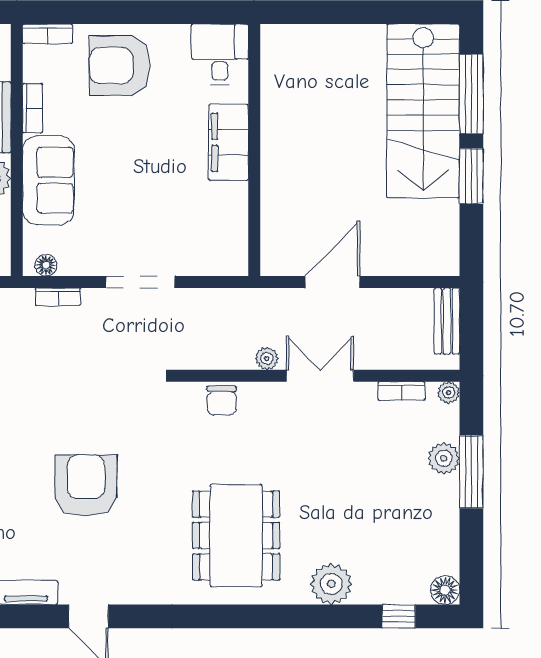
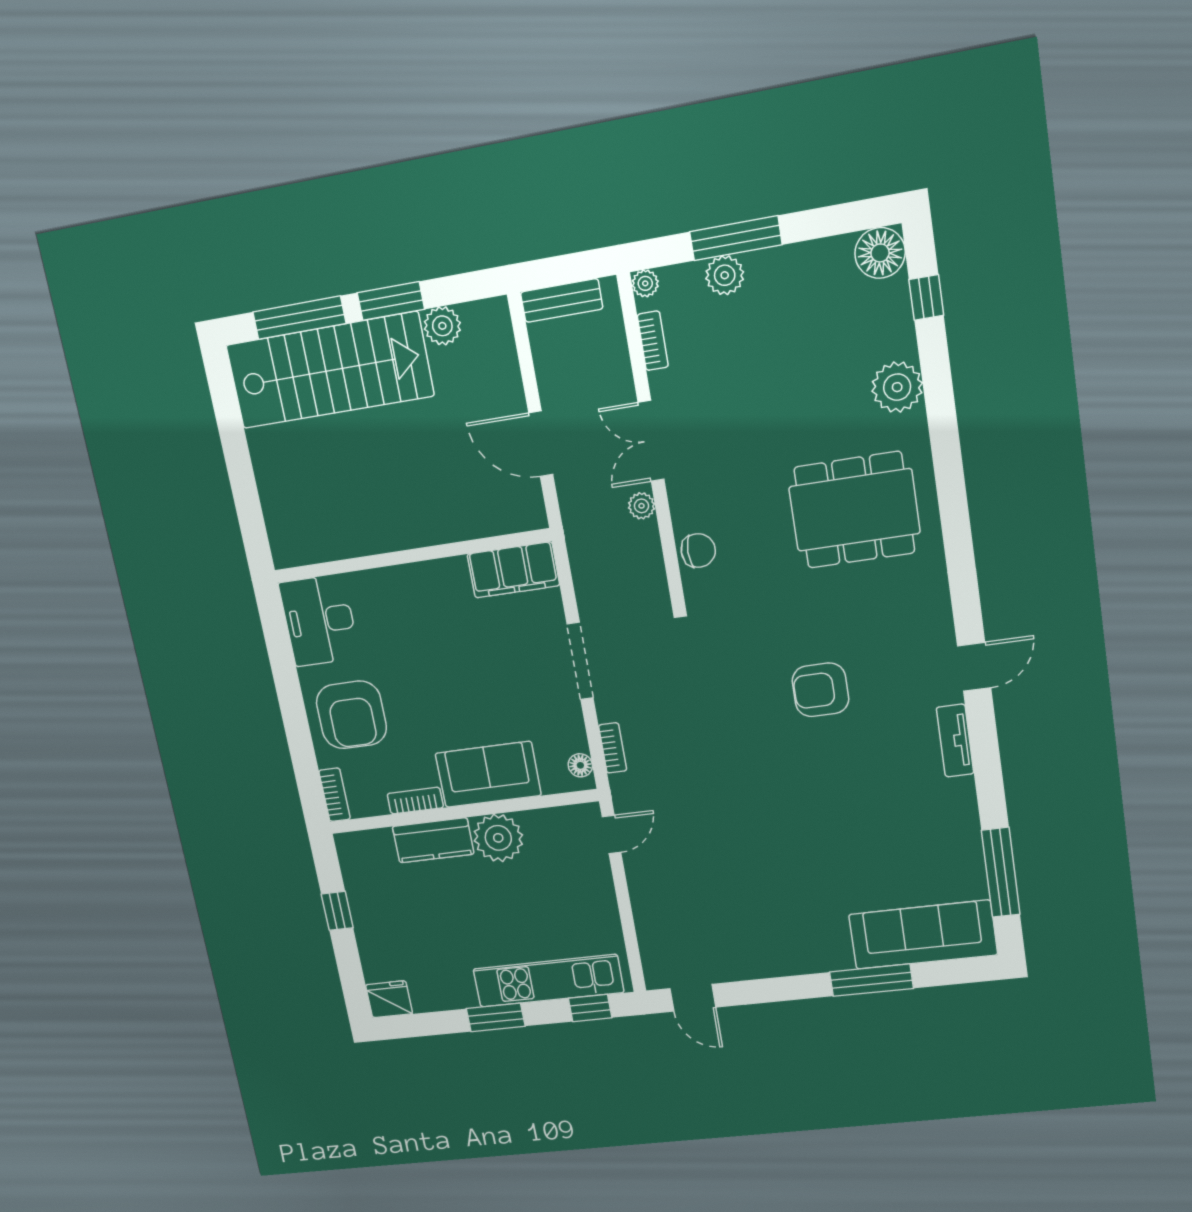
desk: (220, 54) -> (319, 620), width x1.37
filing cabinet: (229, 142) -> (513, 570), moved
plant: (444, 216) -> (442, 326), added
armchair: (86, 485) -> (820, 690), width x0.73, depth x0.73
floor lamp: (445, 590) -> (880, 253), width x1.38, depth x1.38

